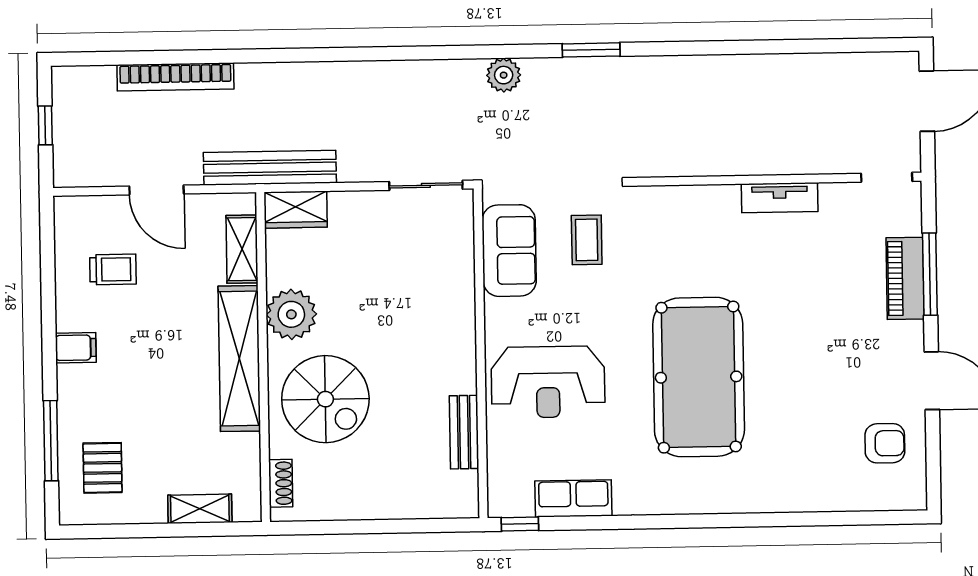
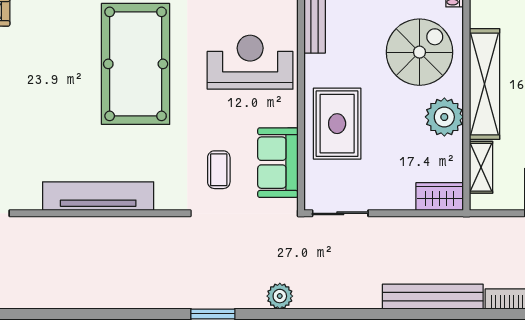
bench: (270, 168) -> (433, 297), moved
tv unit: (780, 198) -> (98, 196), width x1.92, depth x1.29
rug: (432, 303) -> (337, 124), added
spiral stairs: (325, 399) -> (419, 52), turned 90

